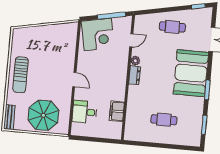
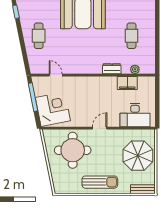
round table: (55, 50) -> (73, 150), added
plant: (135, 61) -> (135, 69), moved
dresser: (135, 75) -> (112, 69), moved
desk: (85, 112) -> (135, 115), width x1.37

